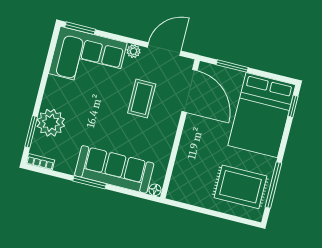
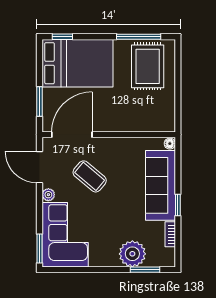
coffee table: (142, 99) -> (90, 176), turned 40
bookcase: (40, 162) -> (170, 234), moved
window: (89, 182) -> (178, 205), width x0.67

